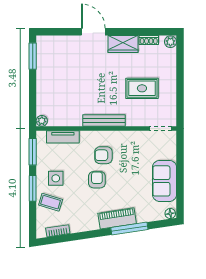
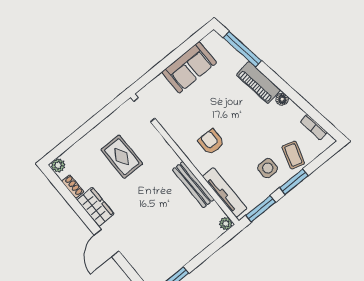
bench: (104, 120) -> (193, 185), moved
tv unit: (63, 137) -> (225, 192), width x1.41
armchair: (103, 155) -> (211, 142), turned 180
armchair: (97, 180) -> (238, 130), removed
floor lamp: (170, 214) -> (282, 99), moved
window: (129, 229) -> (242, 49), moved

